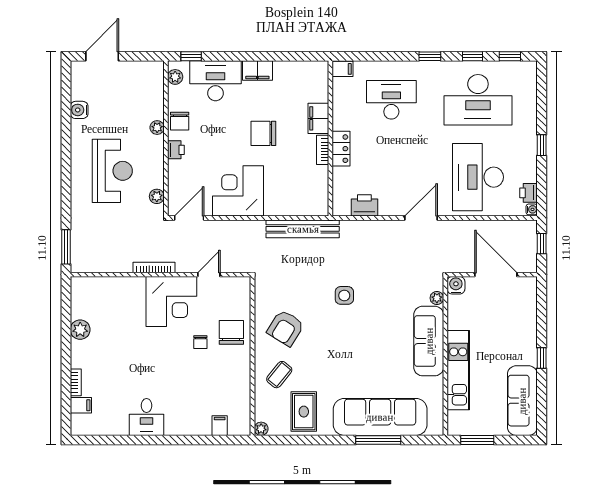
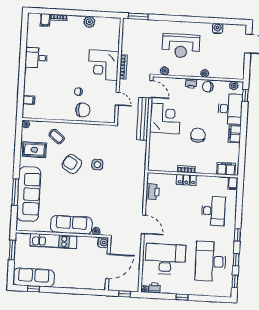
filing cabinet: (318, 118) -> (226, 169), moved
bench: (303, 229) -> (143, 119), moved
side table: (344, 295) -> (97, 165), moved
corner desk: (171, 301) -> (103, 65), moved
armchair: (286, 328) -> (72, 164), moved
window: (542, 358) -> (33, 289), moved

